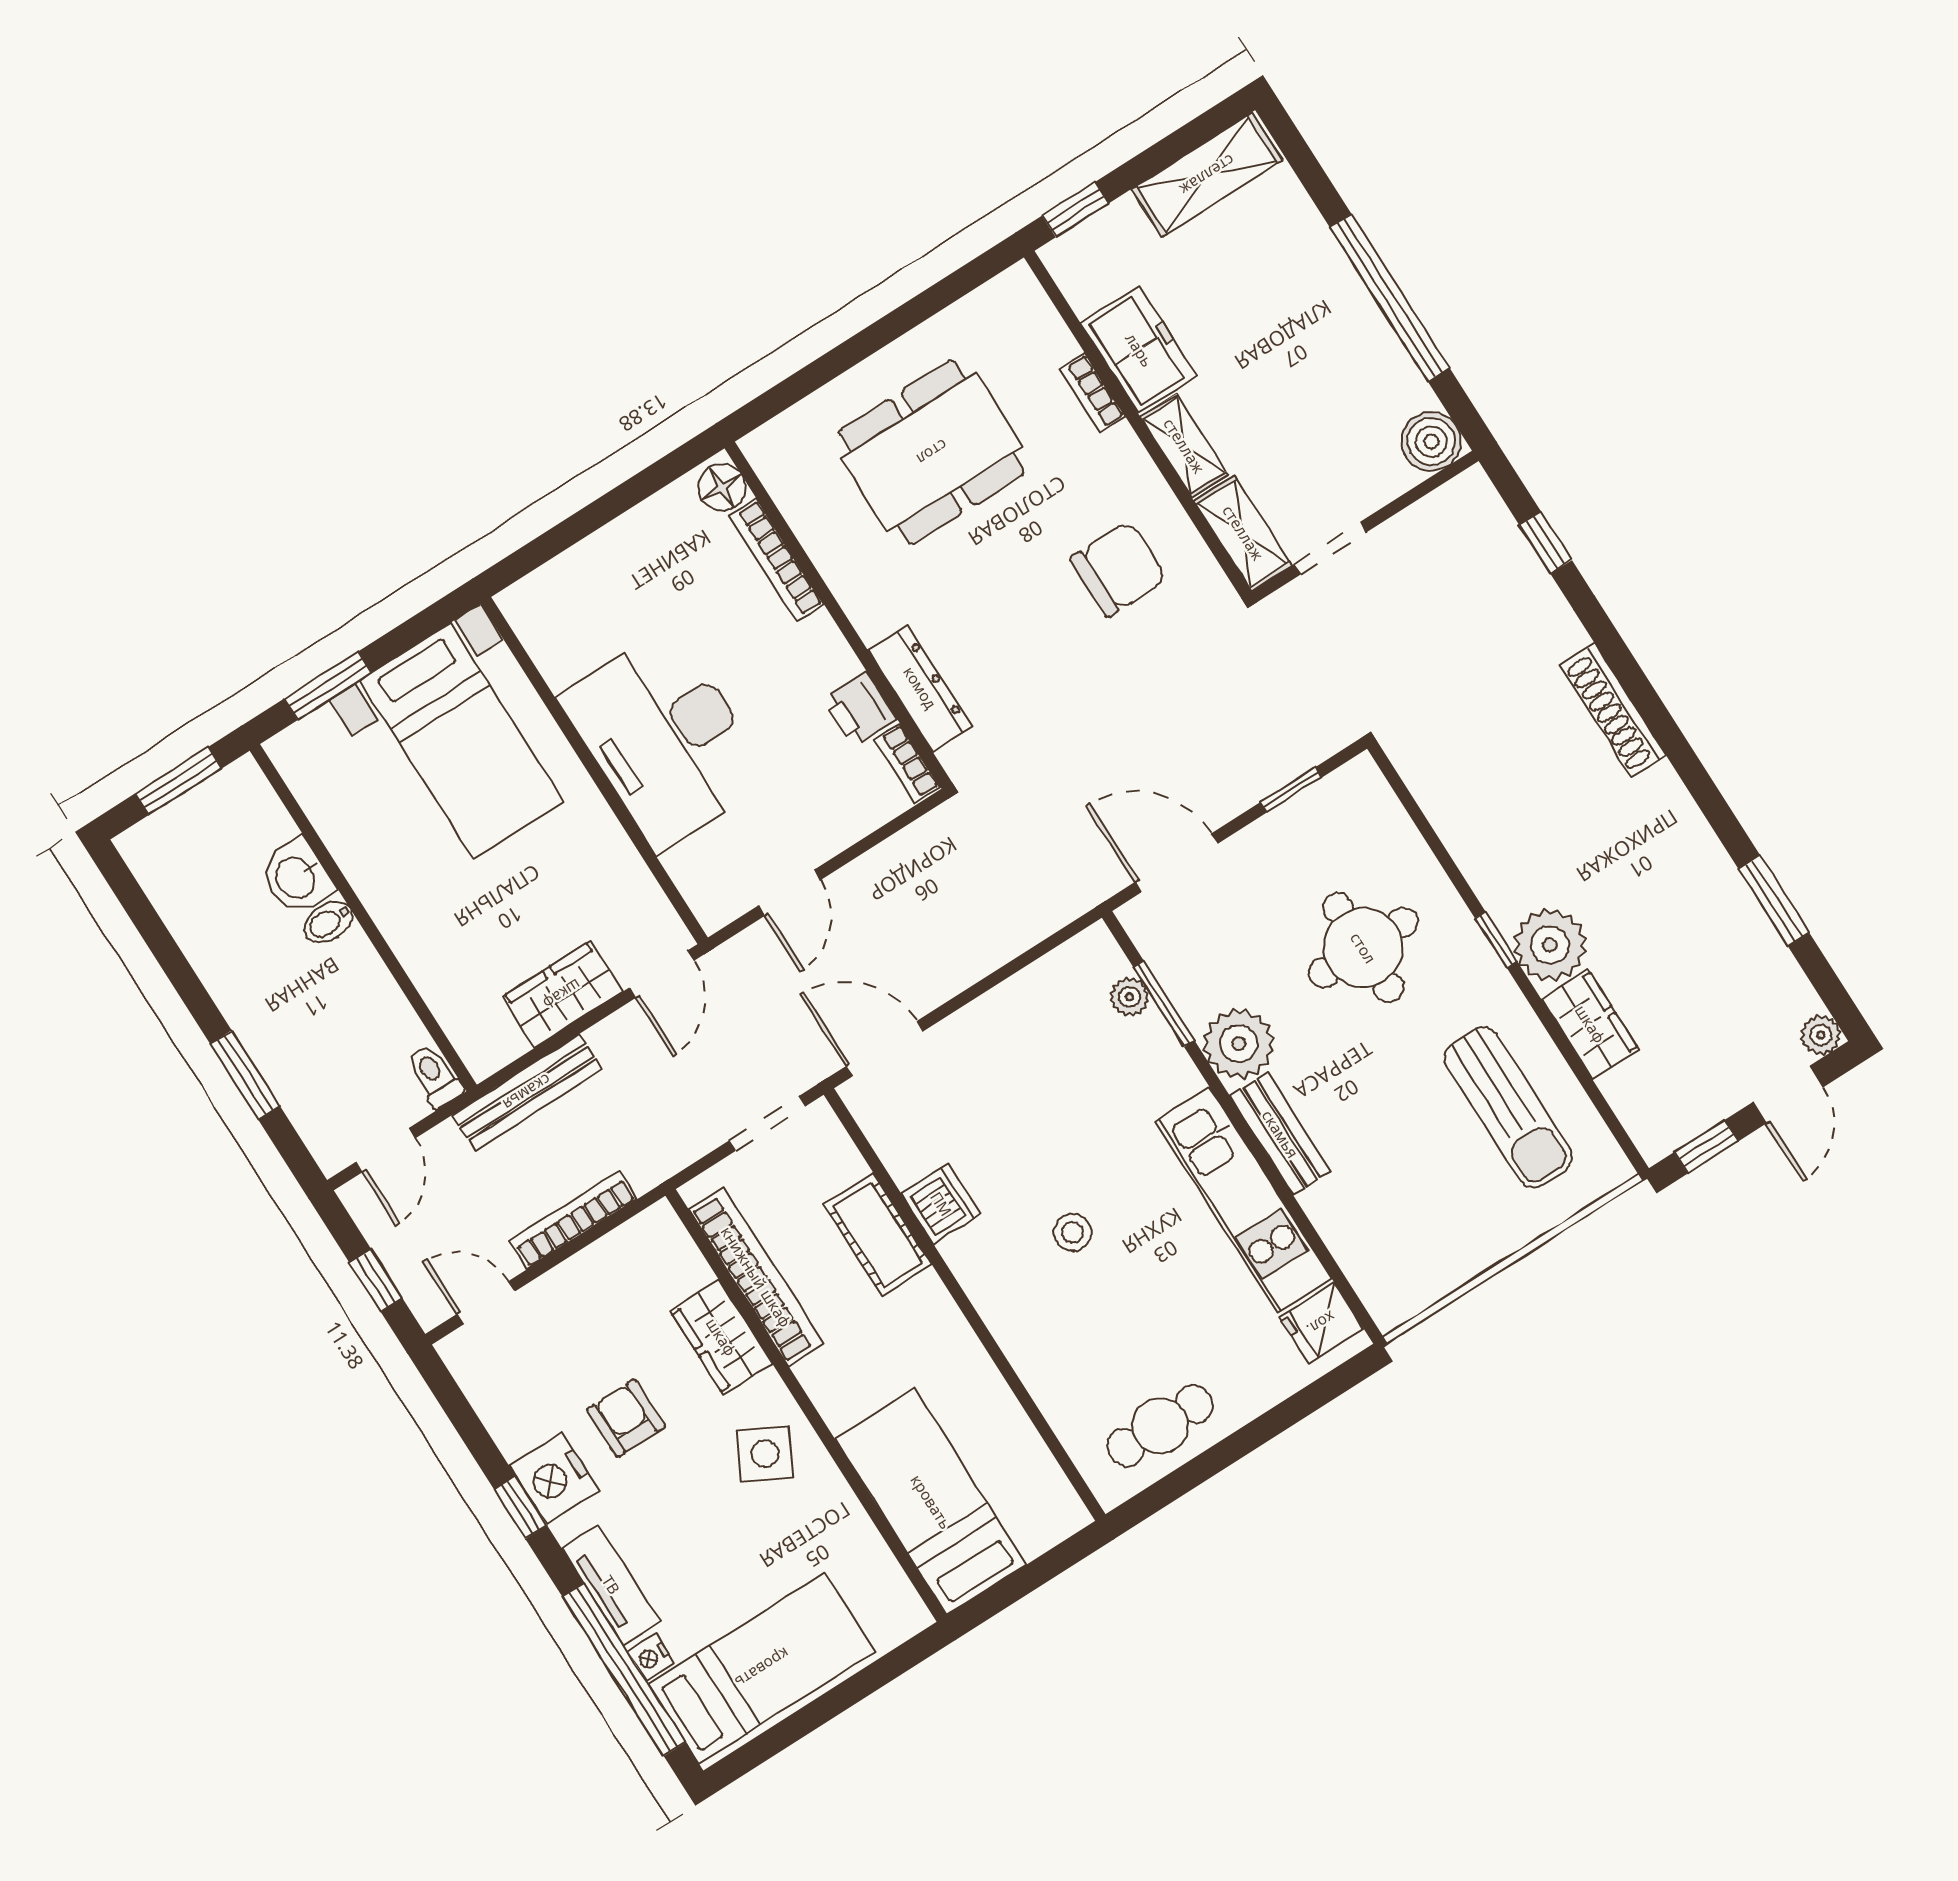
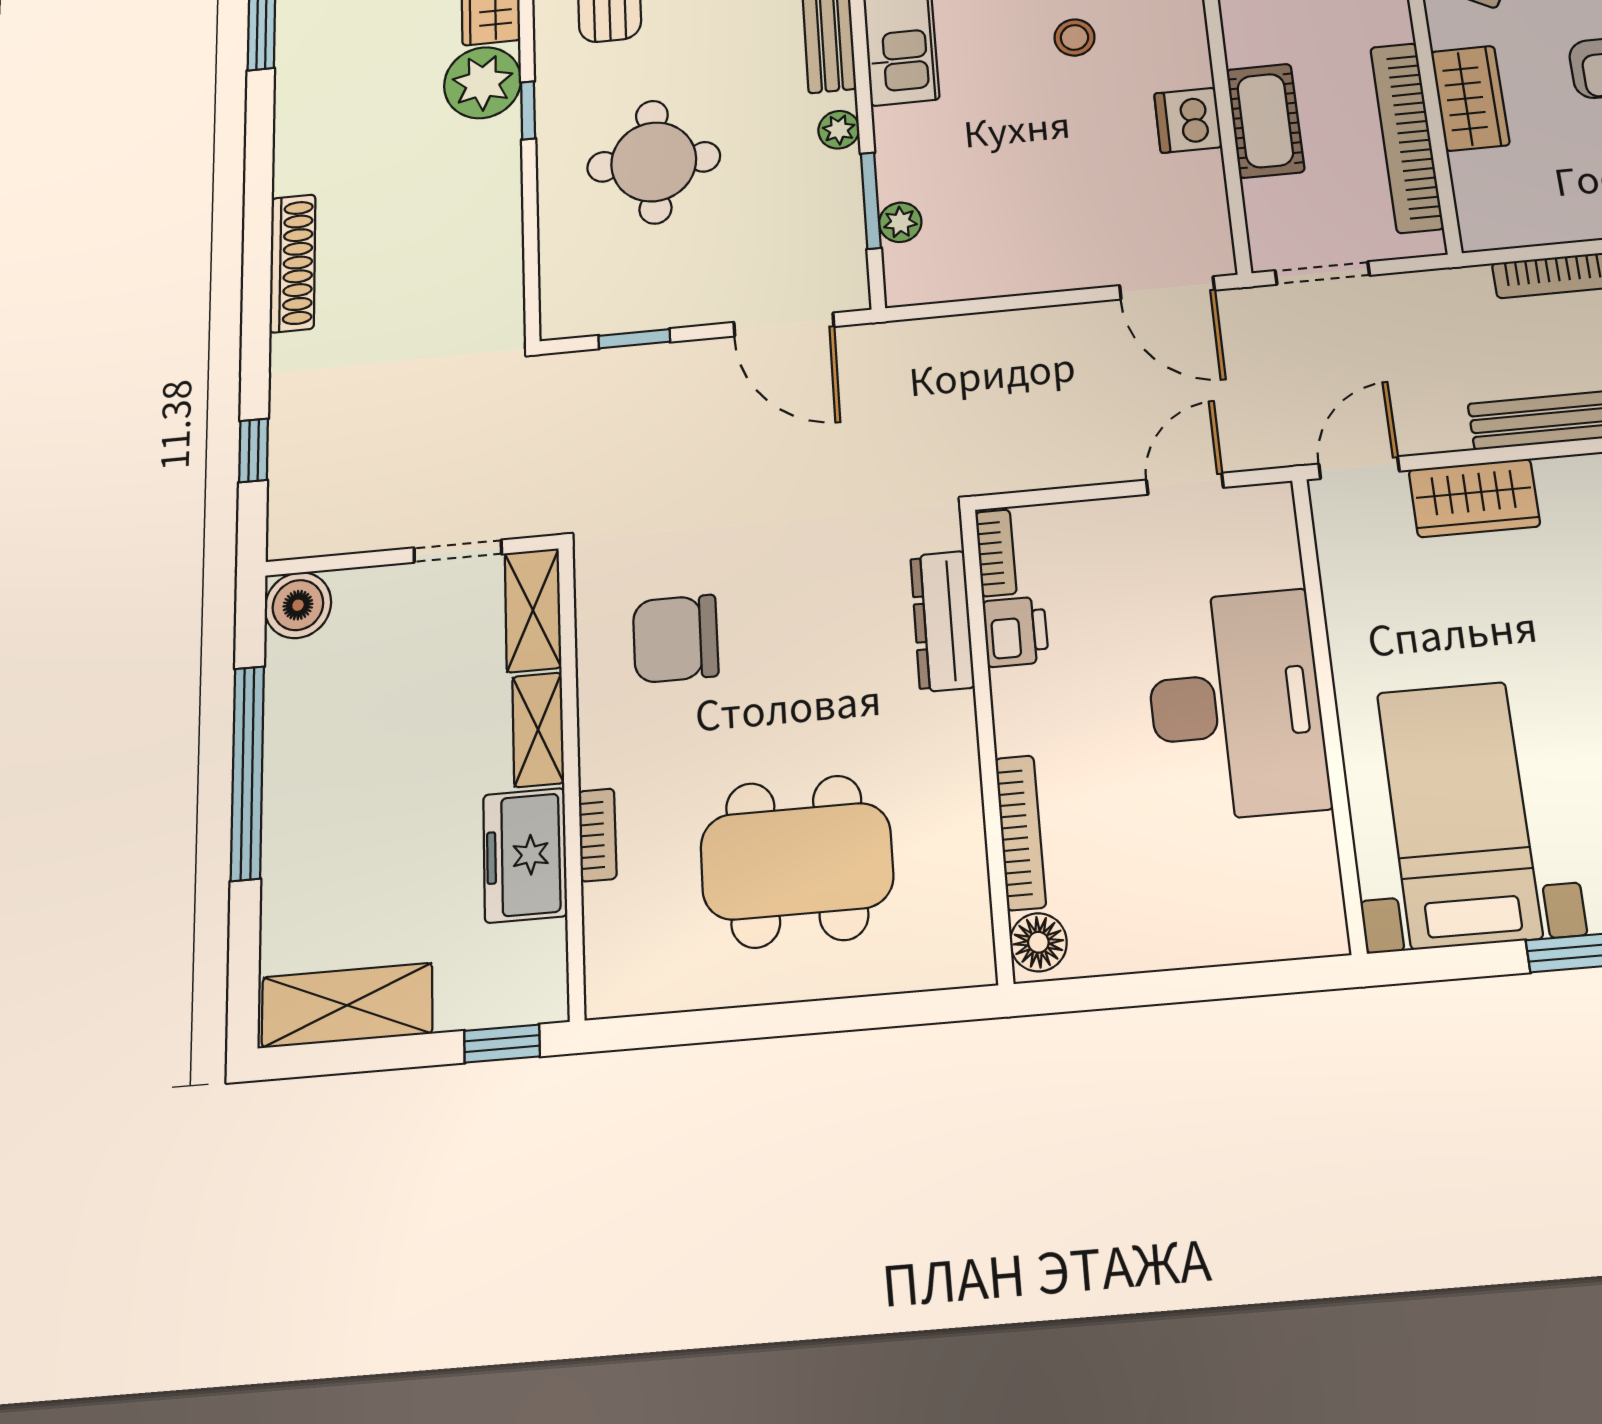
plant: (1239, 1044) -> (839, 130), width x0.53, depth x0.53

